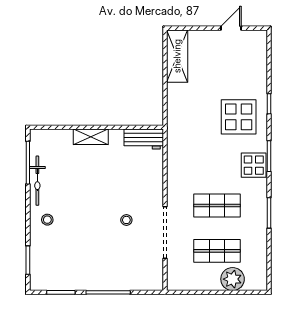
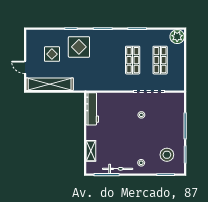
door: (231, 28) -> (25, 67), moved
shelving: (177, 56) -> (50, 84), width x1.47
shelving: (91, 137) -> (91, 151), moved
workbench: (144, 139) -> (92, 109), width x1.38
display table: (254, 165) -> (52, 54), moved
stool: (61, 262) -> (167, 155), added
plant: (233, 279) -> (177, 37), moved

